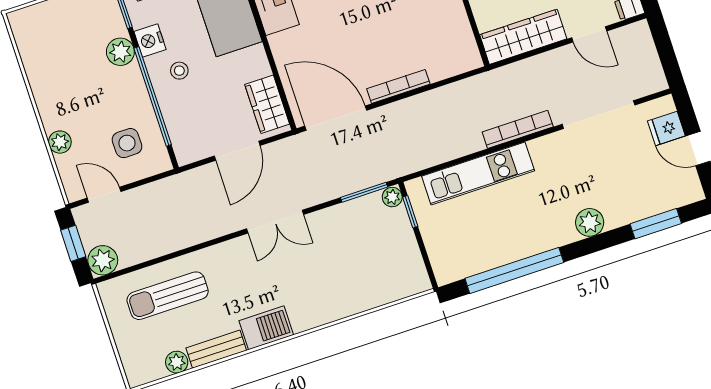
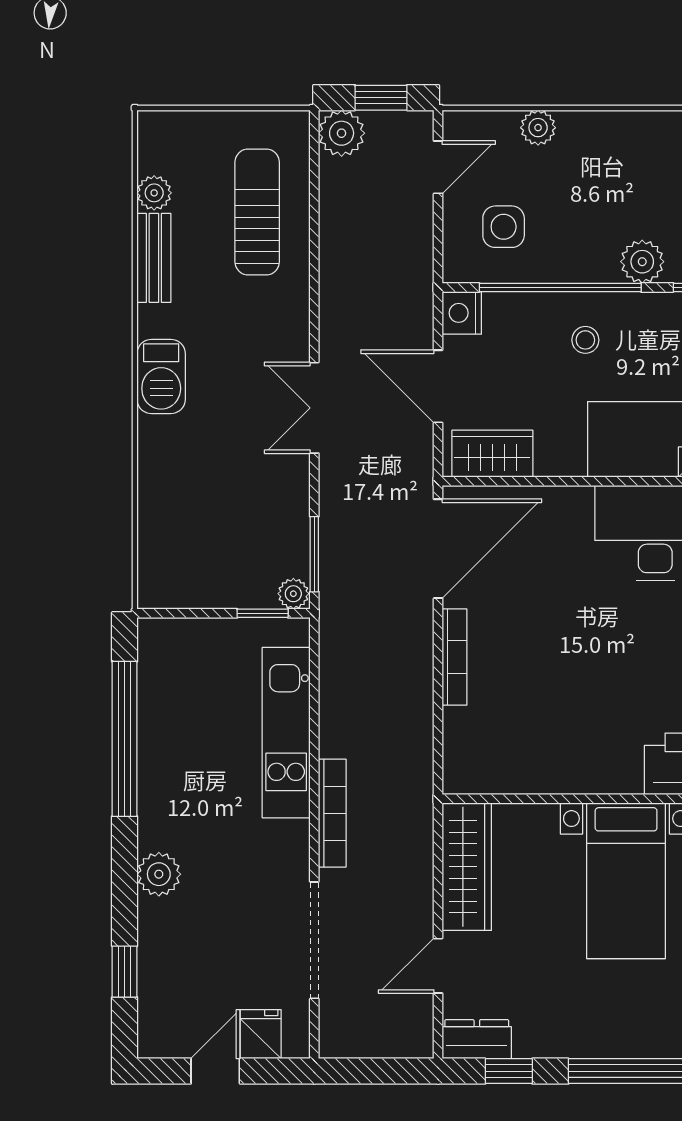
nightstand: (150, 40) -> (462, 313), moved, turned -90
window: (656, 224) -> (125, 972), width x0.67
barbecue: (266, 328) -> (161, 376), moved

